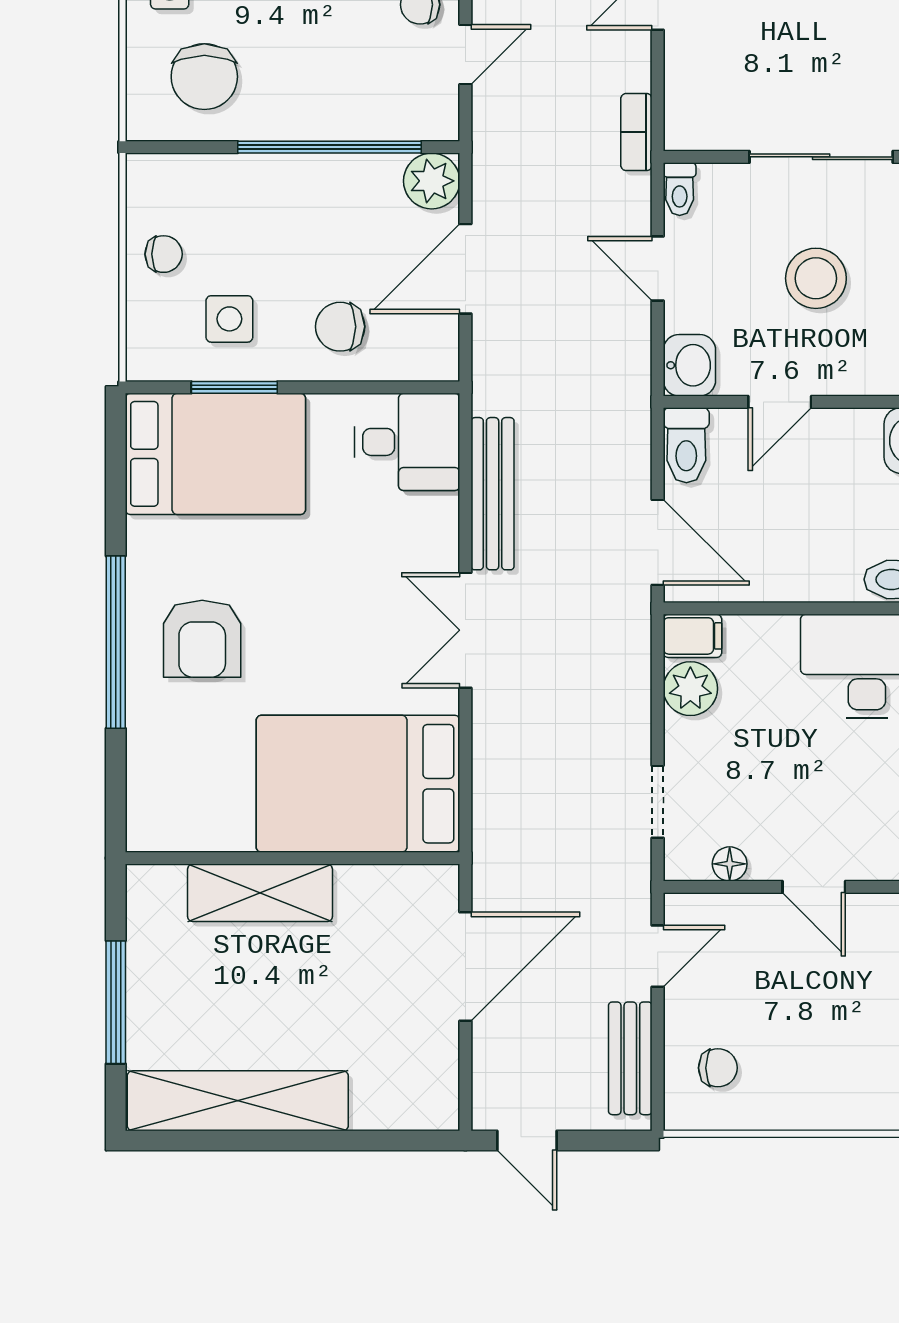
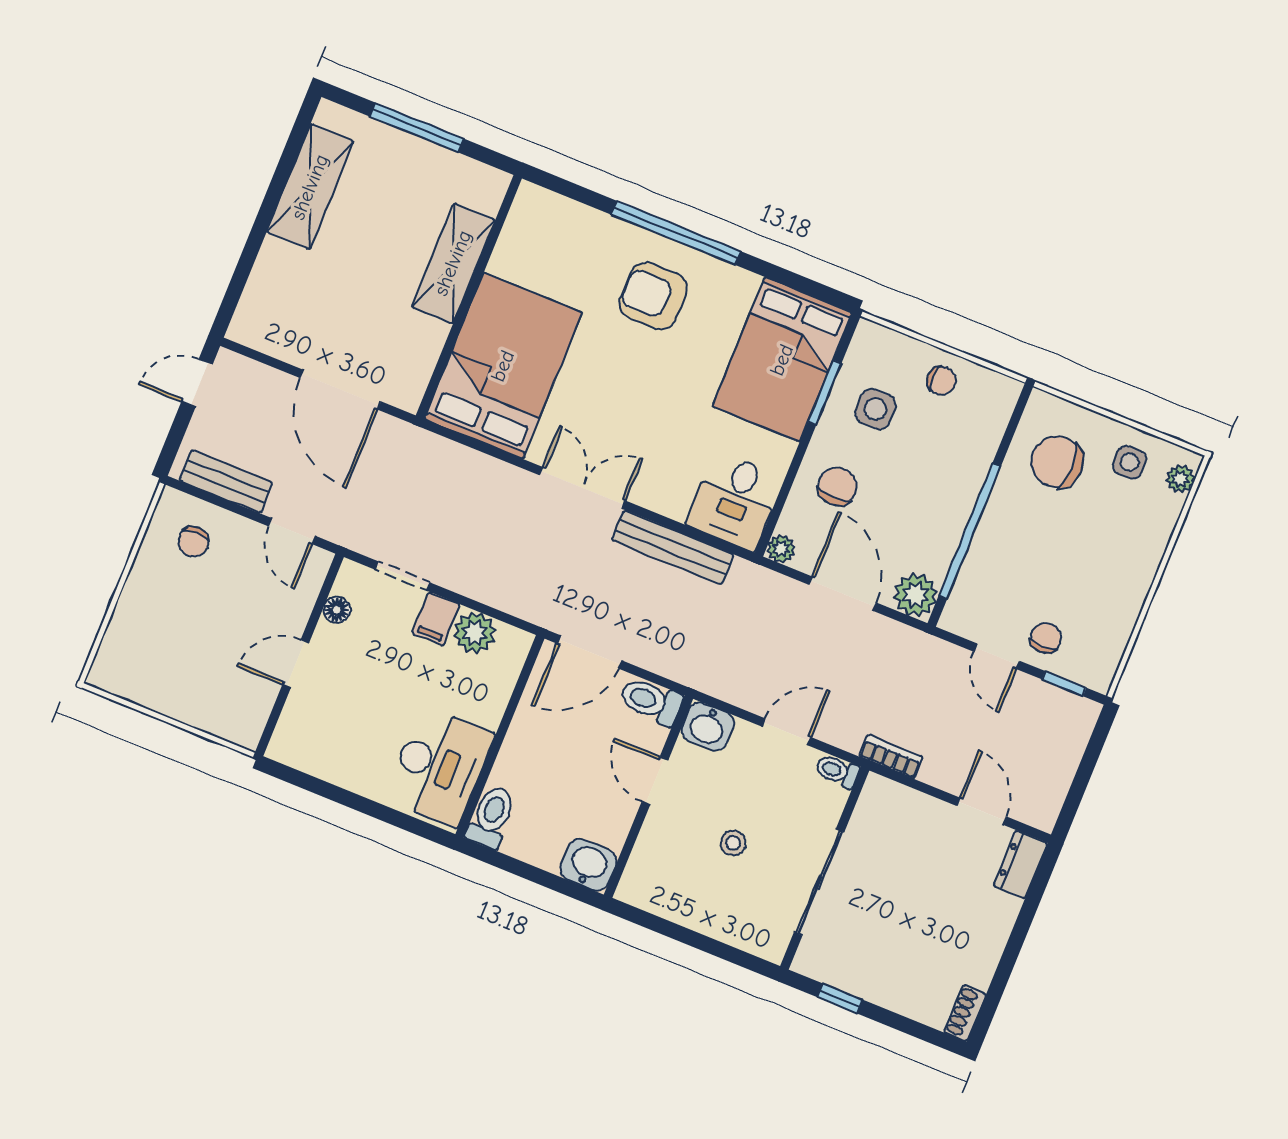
chair: (164, 254) -> (941, 381), turned -90
stool: (816, 278) -> (733, 843), width x0.53, depth x0.53
plant: (442, 364) -> (781, 549), added
filing cabinet: (692, 636) -> (436, 619), moved
shelving: (238, 1101) -> (310, 187), width x0.68

